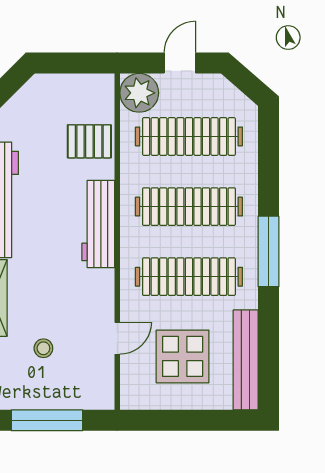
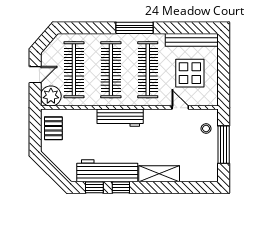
door: (180, 63) -> (35, 75), swing flipped
pallet: (89, 141) -> (53, 128), moved
stool: (43, 348) -> (206, 129), moved

